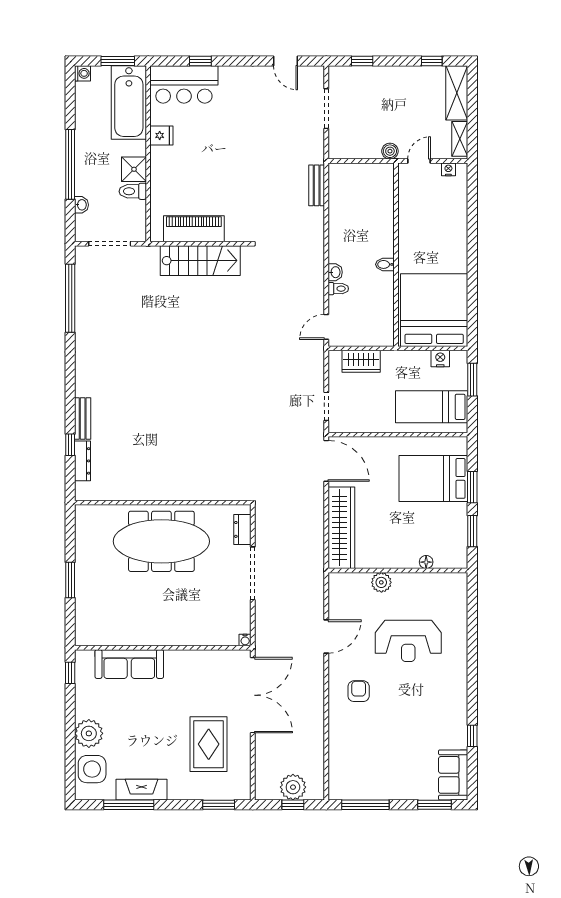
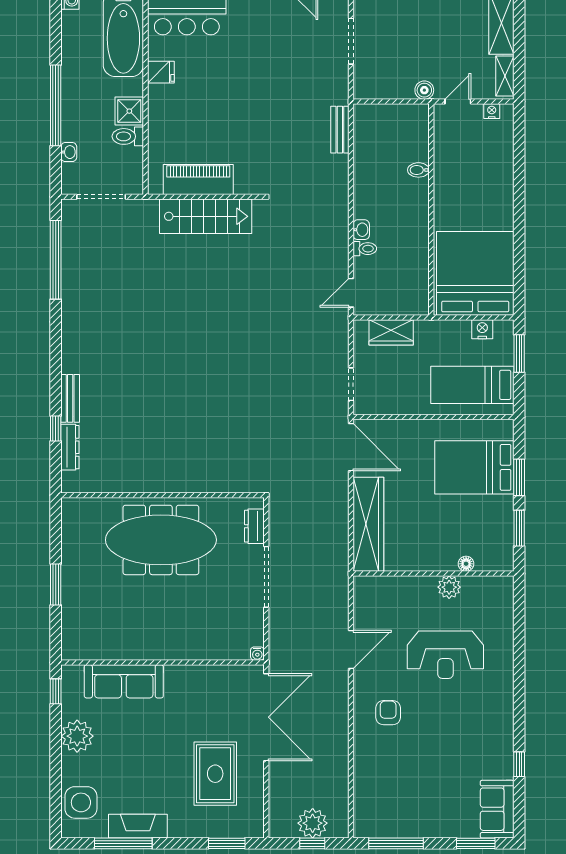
bidet: (385, 264) -> (418, 170), moved
plant: (381, 582) -> (449, 587), moved
plant: (89, 733) -> (77, 736), moved

